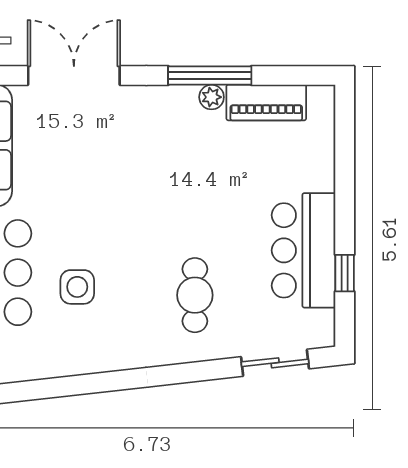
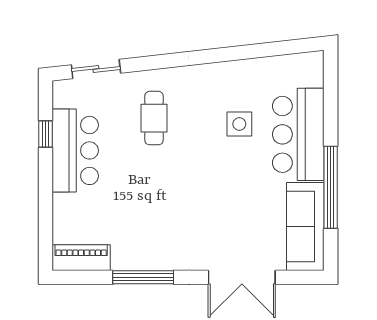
plant: (212, 97) -> (142, 262), removed
piano: (266, 103) -> (81, 258), moved

